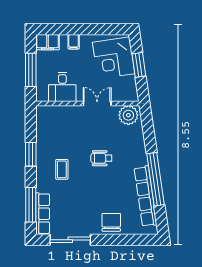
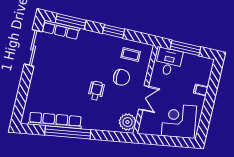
filing cabinet: (48, 42) -> (205, 68), removed
window: (139, 65) -> (168, 141), removed
desk: (62, 87) -> (169, 62), moved, turned 90
coffee table: (62, 169) -> (131, 55), moved
chair: (111, 222) -> (121, 77), moved

